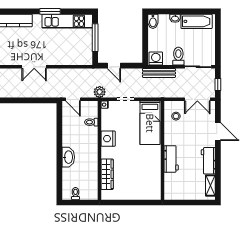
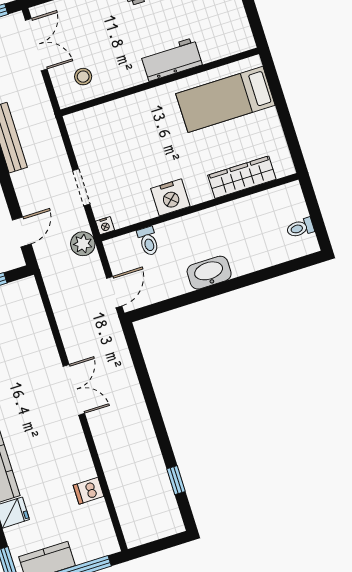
bed: (150, 123) -> (225, 99), moved, turned 180
washbasin: (68, 157) -> (209, 273), moved

